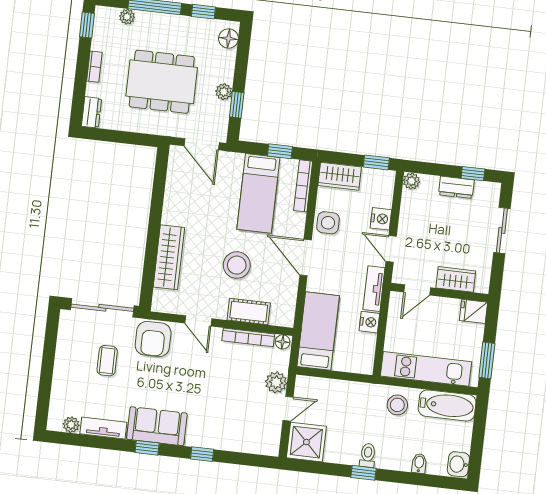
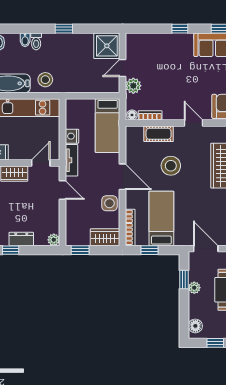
nightstand: (381, 219) -> (72, 210), removed
bookcase: (248, 337) -> (150, 115), width x0.64
toilet: (368, 455) -> (36, 41), moved

